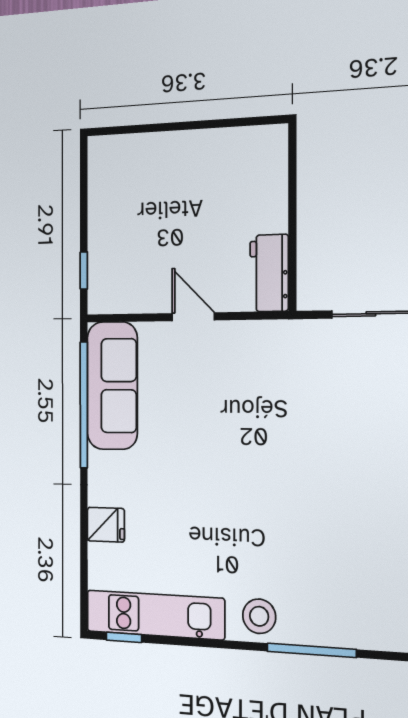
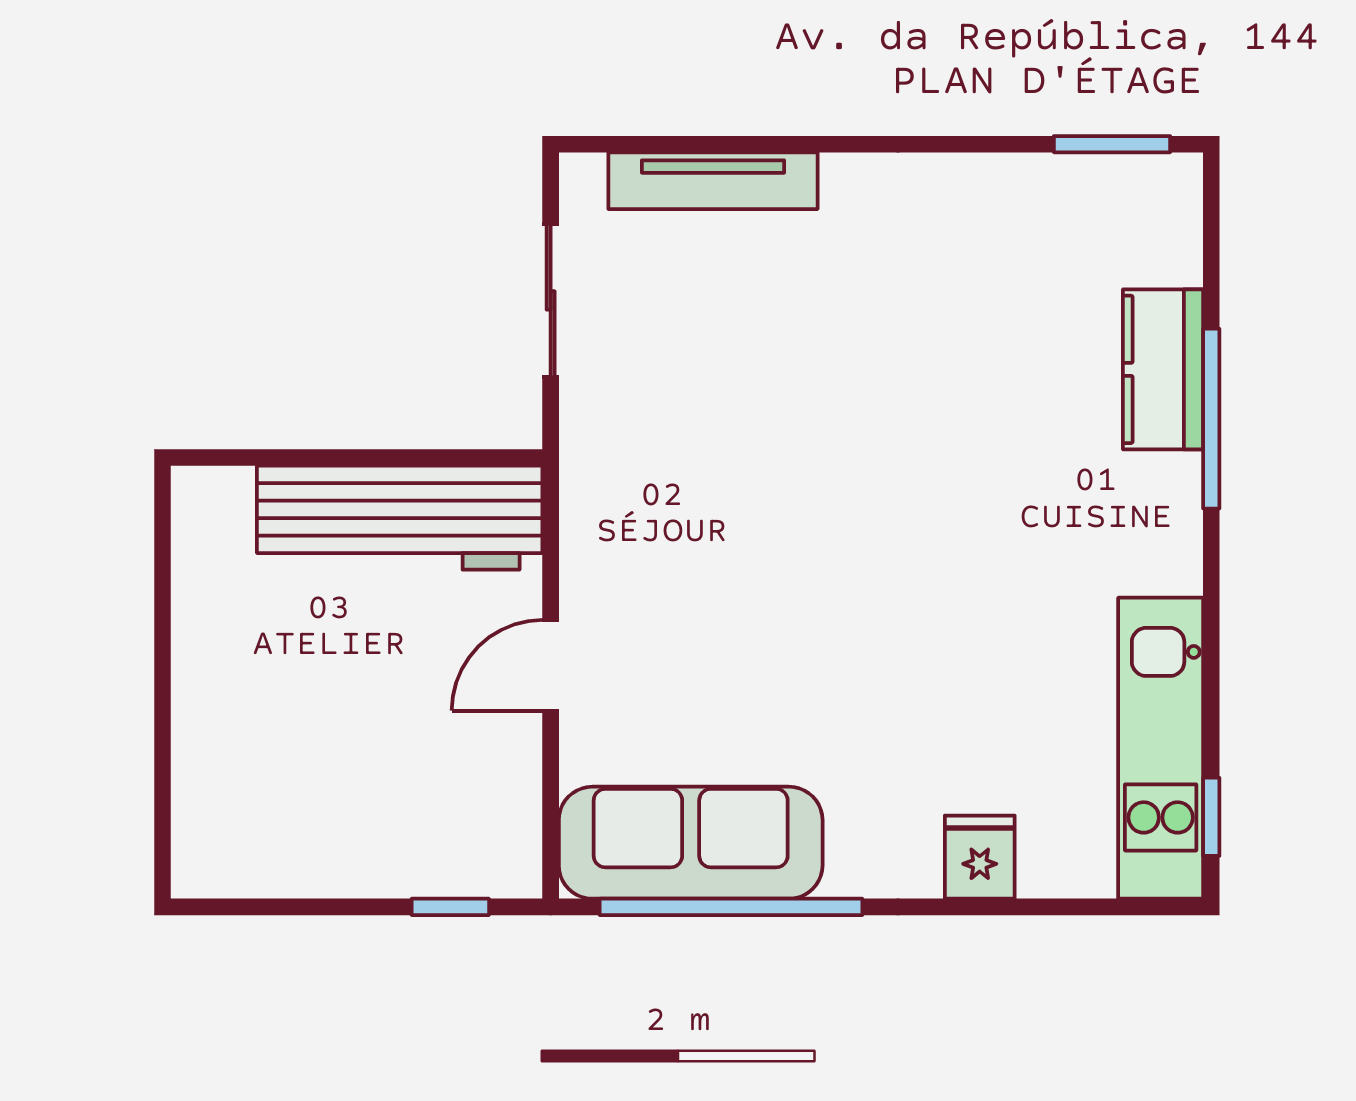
workbench: (269, 273) -> (400, 518), width x1.88, depth x1.32
stool: (259, 616) -> (1150, 526), removed
kitchen counter: (336, 627) -> (1163, 369), added

